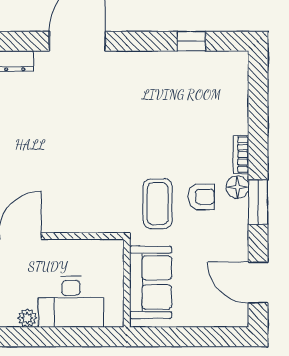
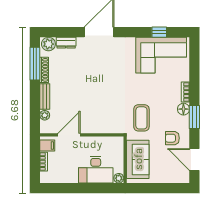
corner sofa: (195, 85) -> (161, 55), added
armchair: (201, 197) -> (172, 138), moved, turned 180
plant: (27, 318) -> (119, 178), moved

